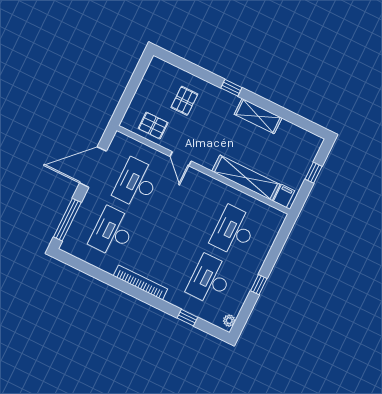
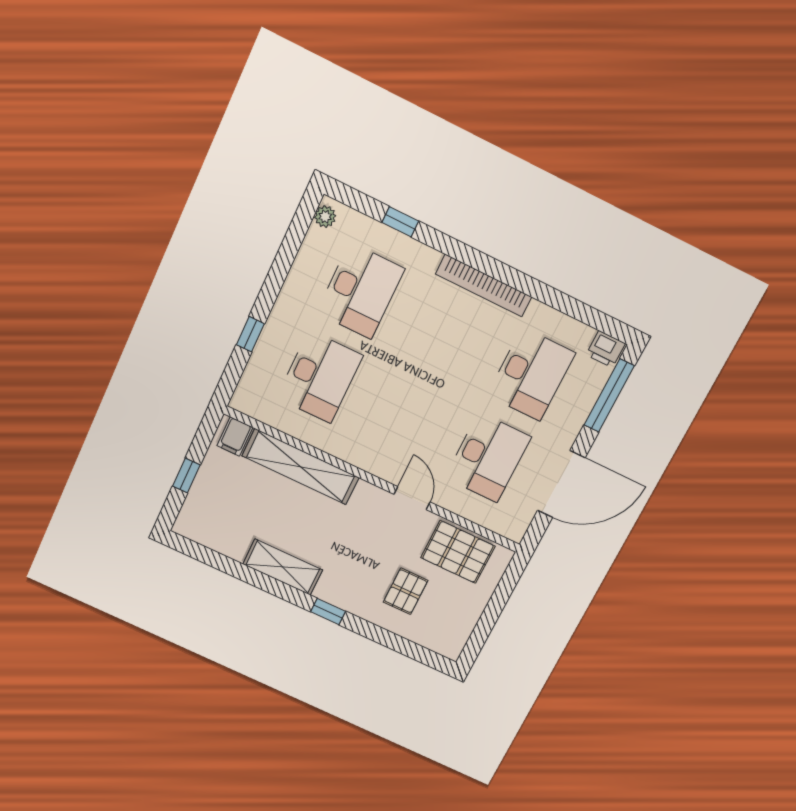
pallet: (153, 126) -> (458, 552), width x1.50, depth x1.42
printer: (70, 246) -> (606, 349), added
window: (259, 285) -> (250, 334), moved

